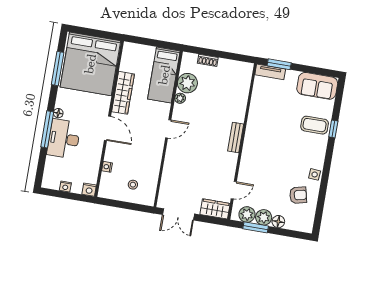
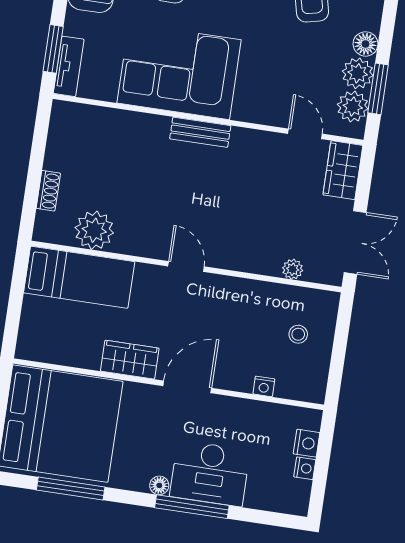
wardrobe: (123, 93) -> (130, 360), width x0.67
plant: (180, 98) -> (293, 269), moved
corner sofa: (267, 127) -> (179, 71), added
nightstand: (89, 190) -> (307, 443), moved

